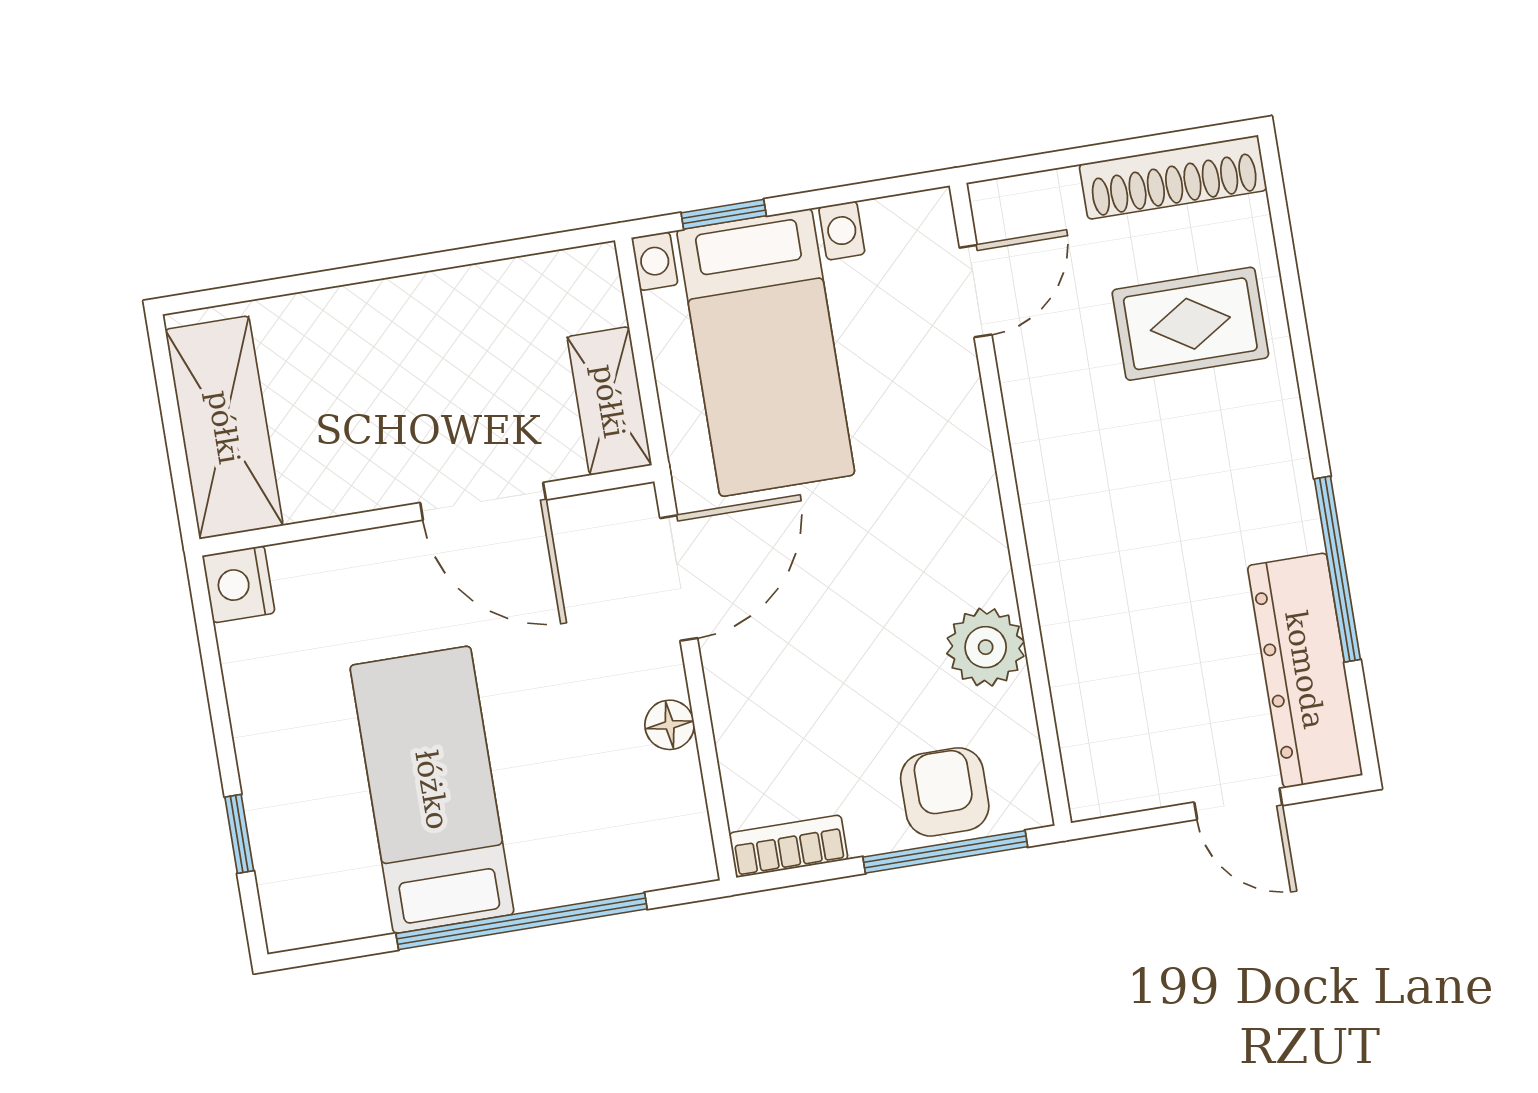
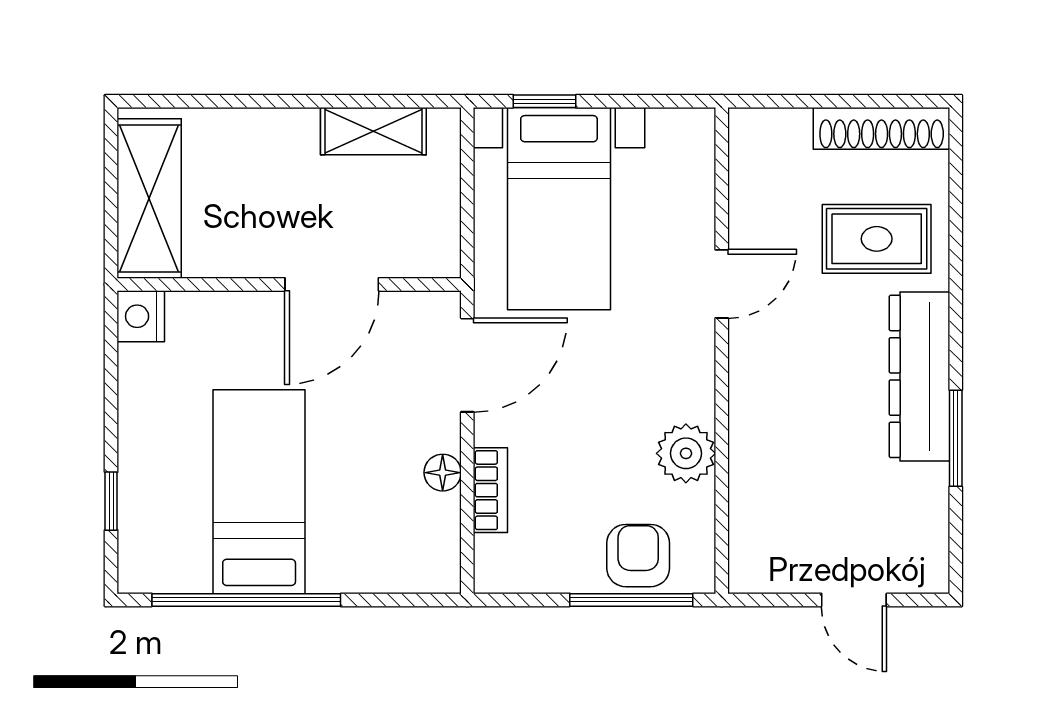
door: (976, 291) -> (722, 284), moved
shelving: (609, 401) -> (373, 131), moved, turned 90
door: (483, 501) -> (332, 284), hinge flipped
window: (1337, 569) -> (956, 438), width x0.69
dresser: (1305, 670) -> (919, 376), moved
bookcase: (788, 846) -> (490, 490), moved, turned 90
window: (522, 921) -> (246, 600), moved

